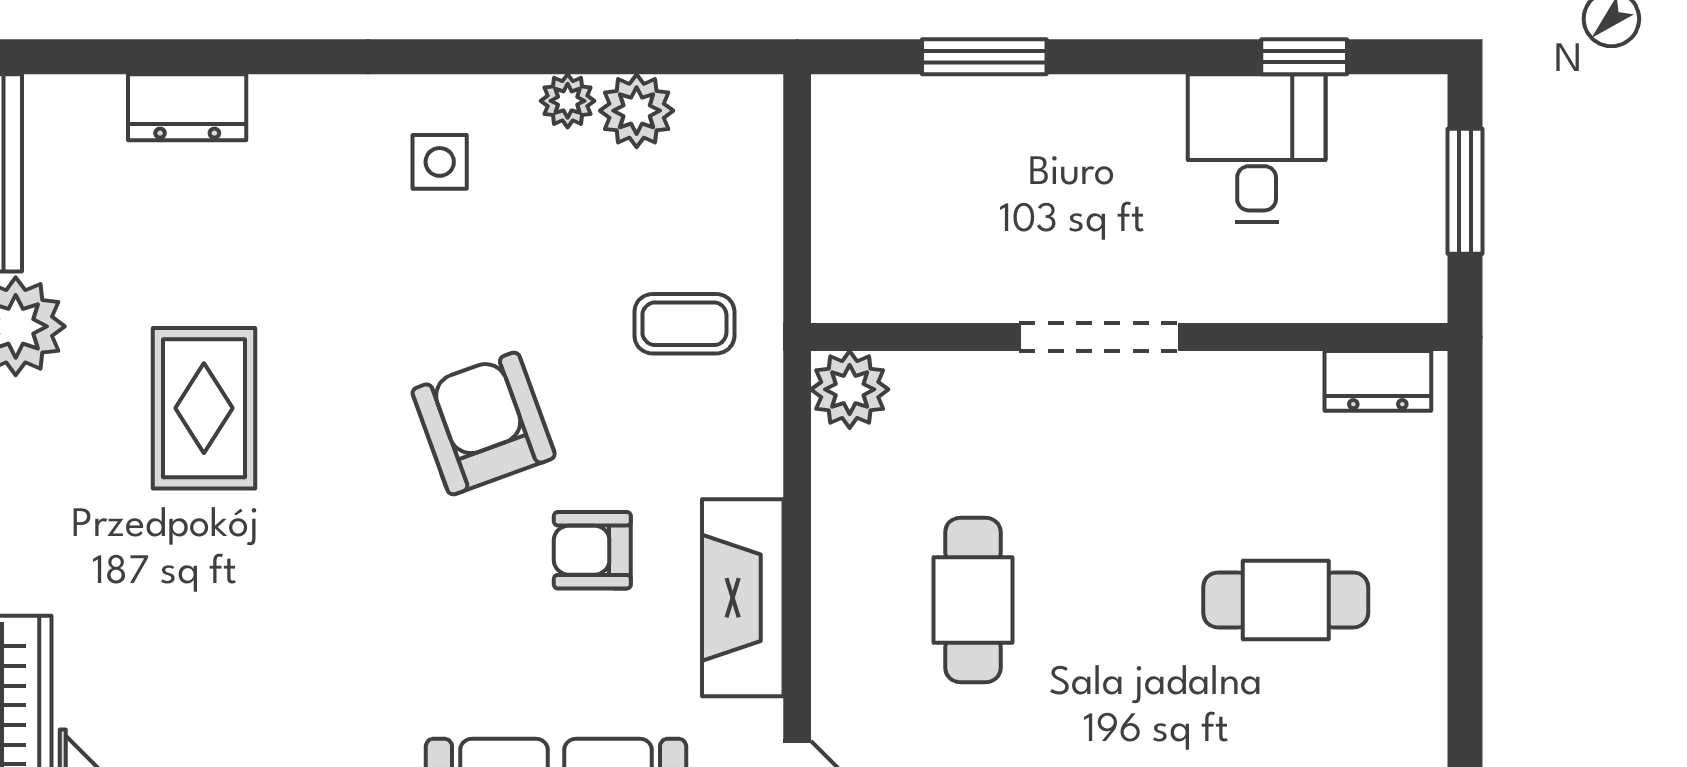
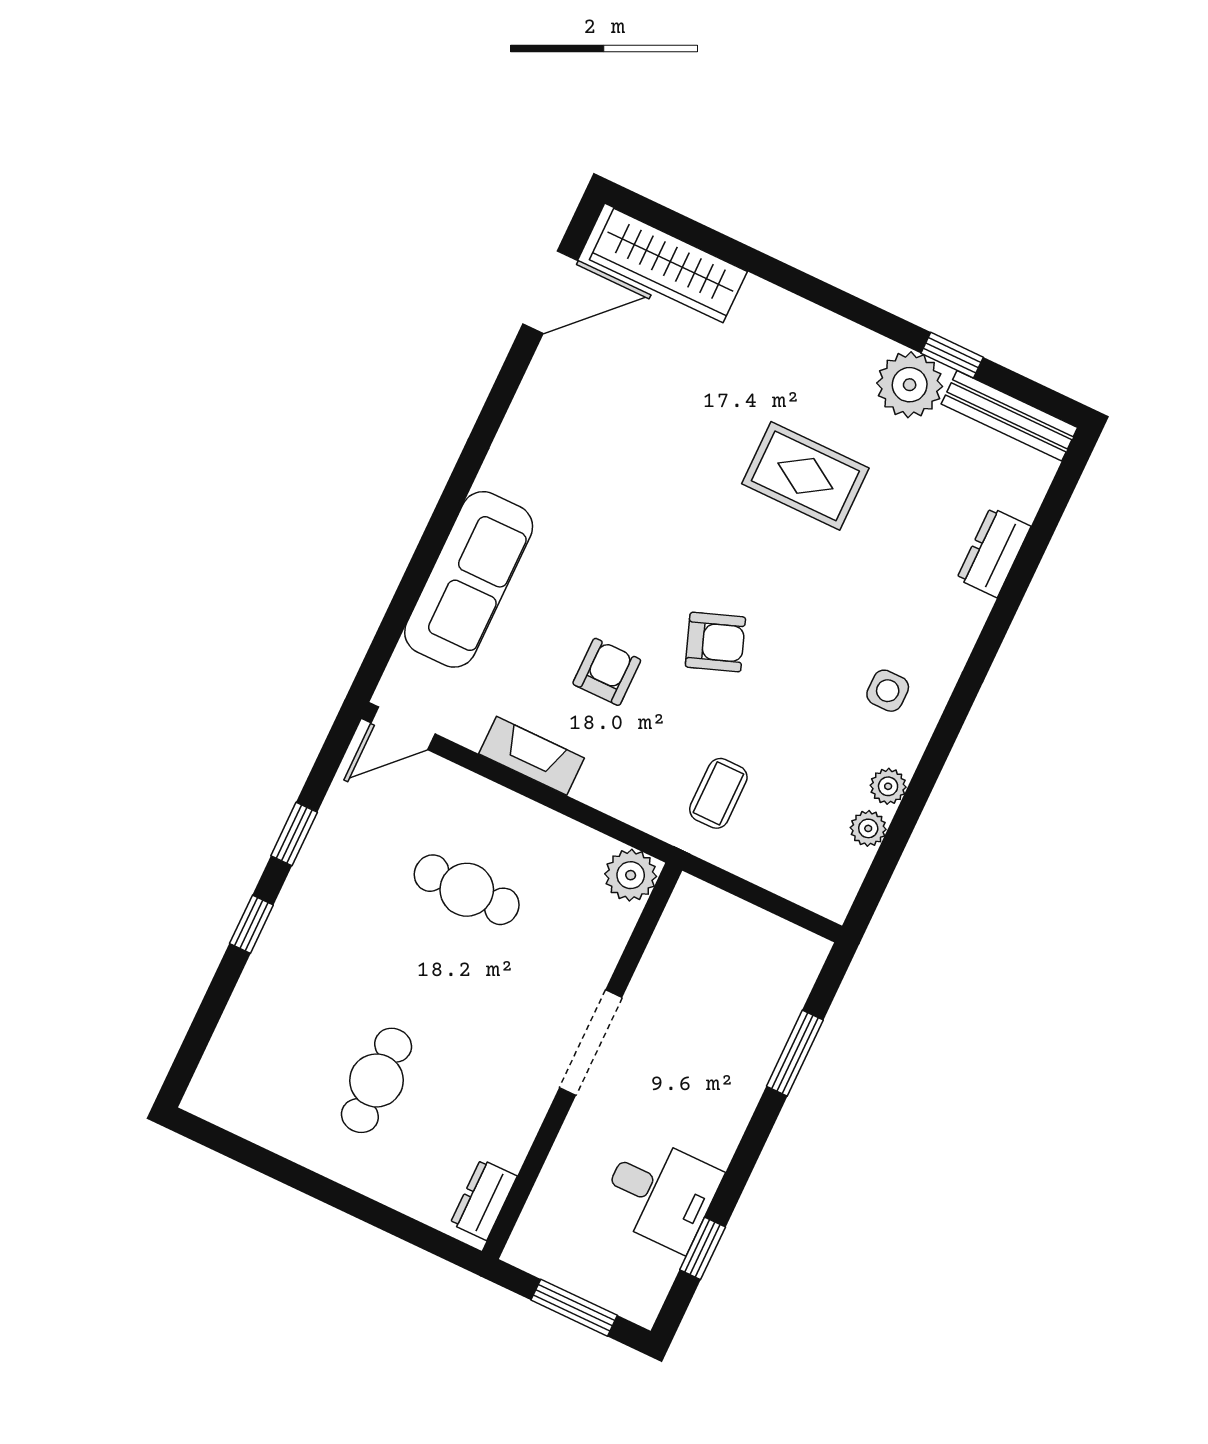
plant: (637, 111) -> (868, 828), width x0.73, depth x0.73
armchair: (484, 424) -> (715, 642), width x0.72, depth x0.72
fireplace: (743, 598) -> (532, 756), width x0.73, depth x0.76

